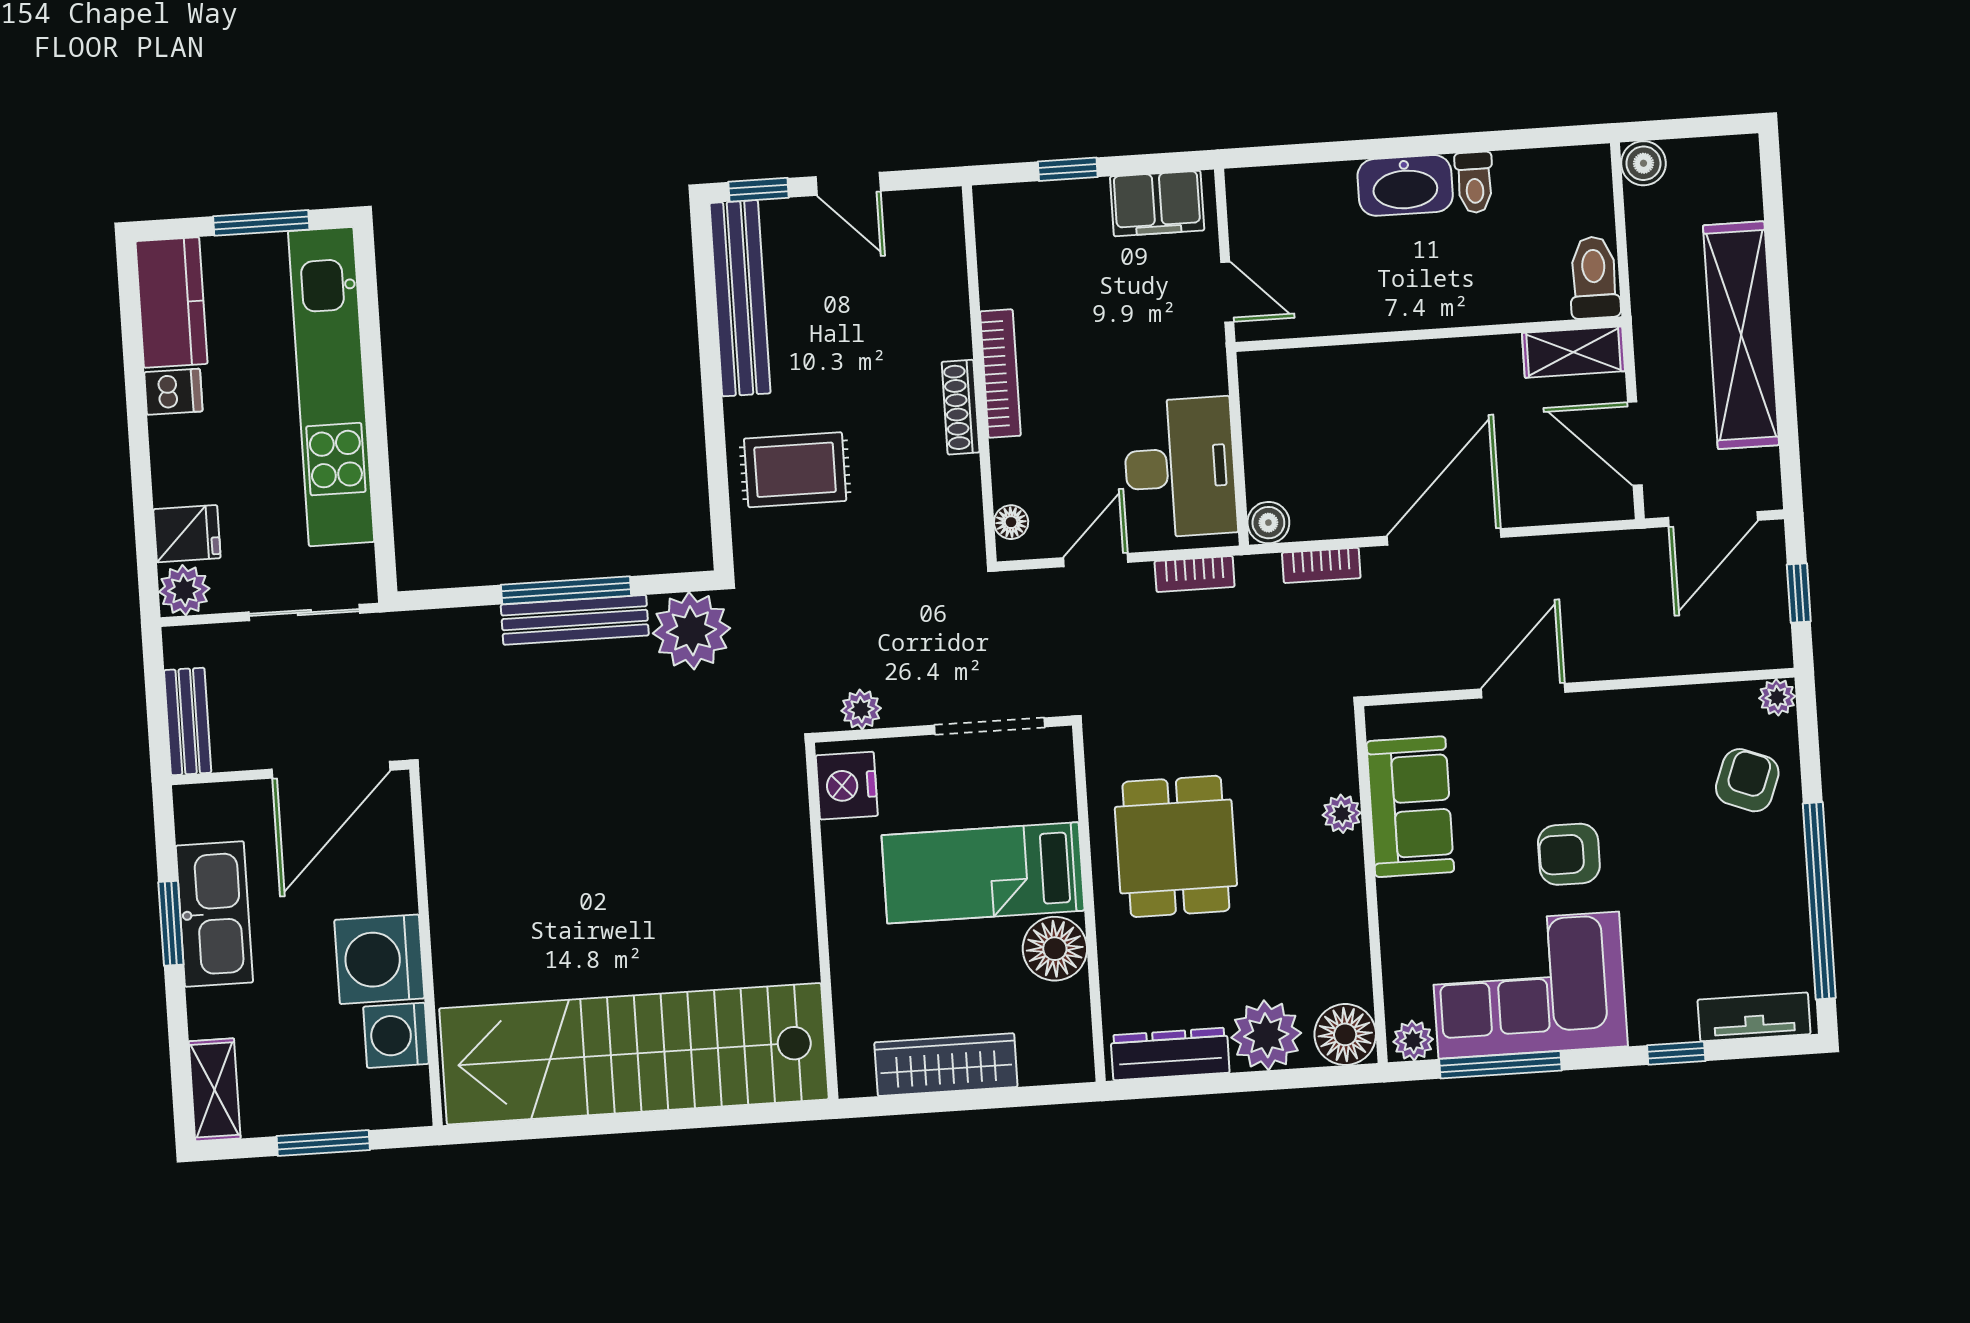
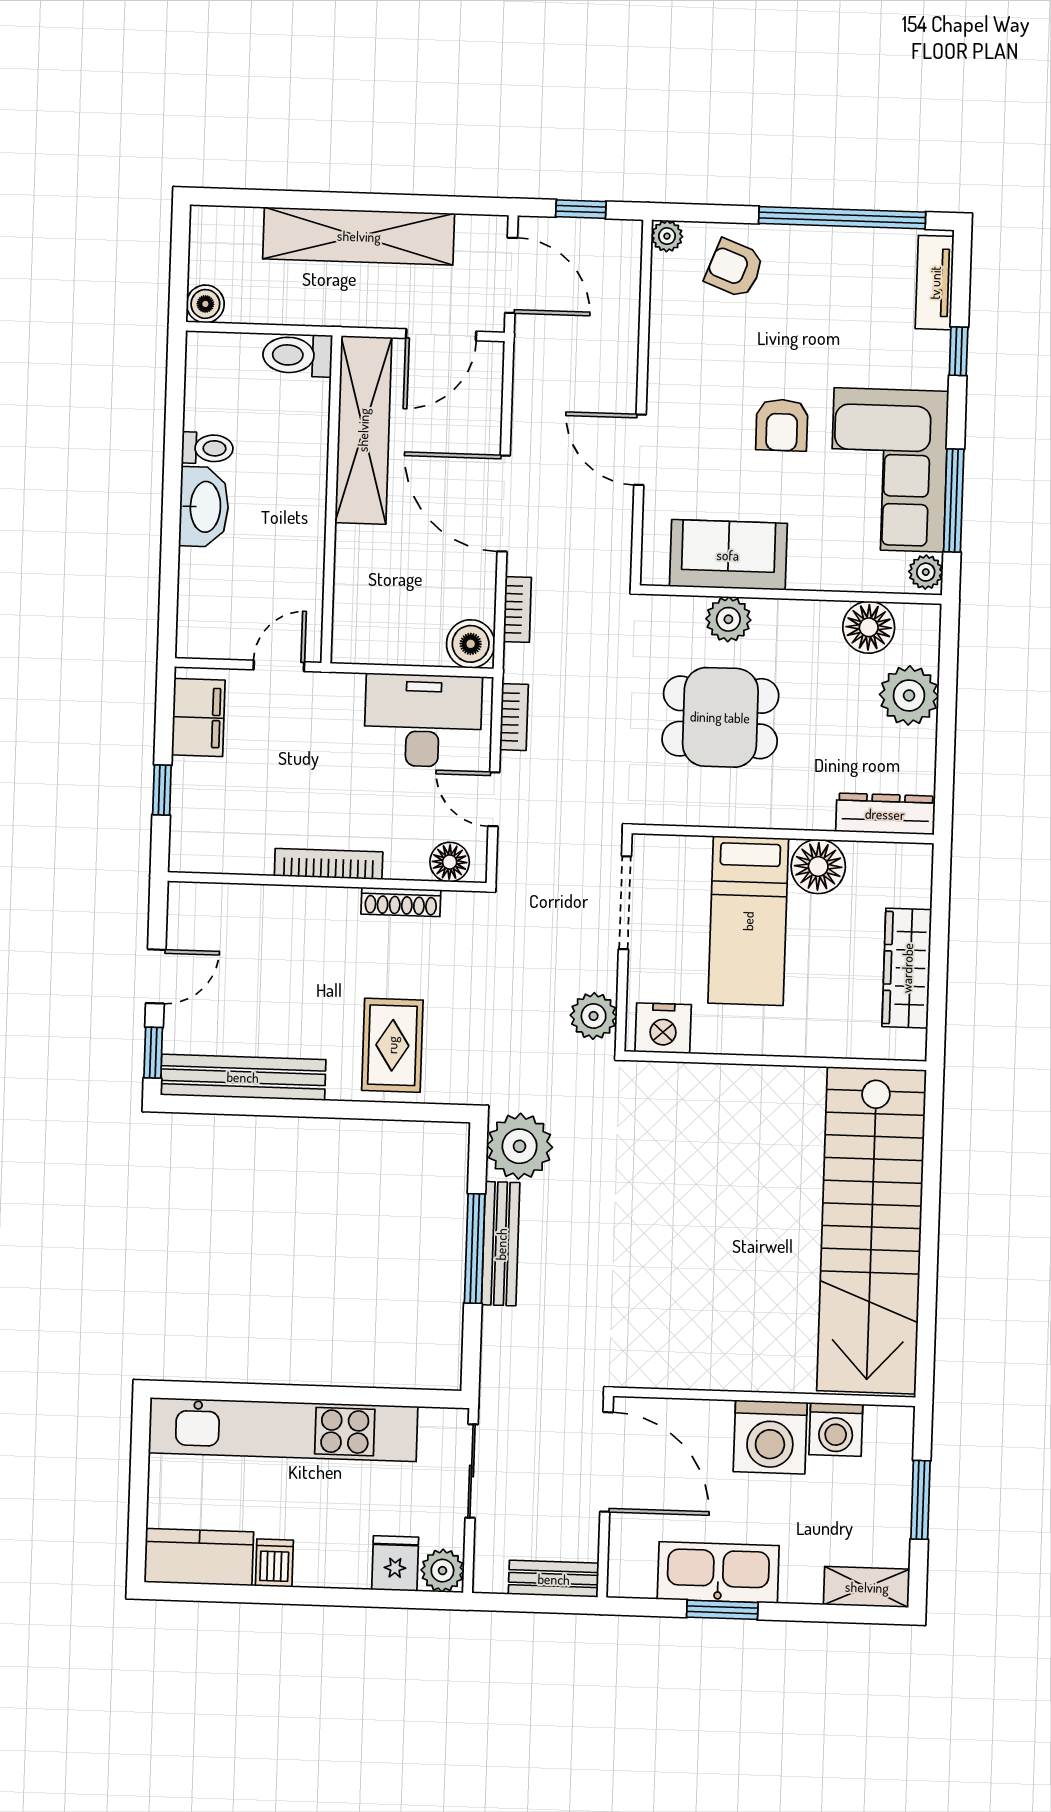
window: (261, 223) -> (139, 1475), removed
shelving: (1574, 352) -> (363, 430), width x2.20, depth x1.33
shoe rack: (961, 407) -> (401, 902), moved
floor lamp: (1011, 522) -> (450, 862), width x1.37, depth x1.37
boiler: (1268, 523) -> (471, 644), width x1.36, depth x1.36
plant: (861, 709) -> (594, 1016), width x1.38, depth x1.38
plant: (1342, 814) -> (728, 619), width x1.38, depth x1.38
dining table: (1176, 846) -> (720, 717), moved
floor lamp: (1345, 1034) -> (869, 627), moved
dresser: (1170, 1054) -> (885, 814), moved, turned 90

